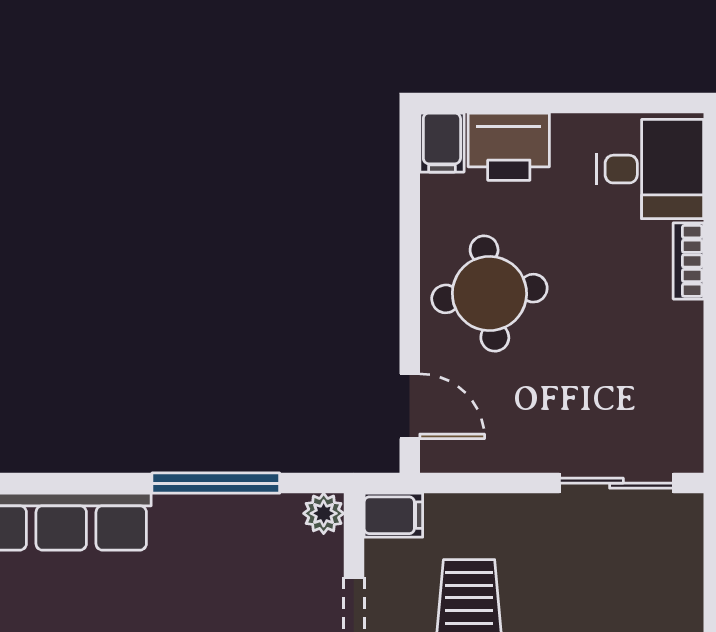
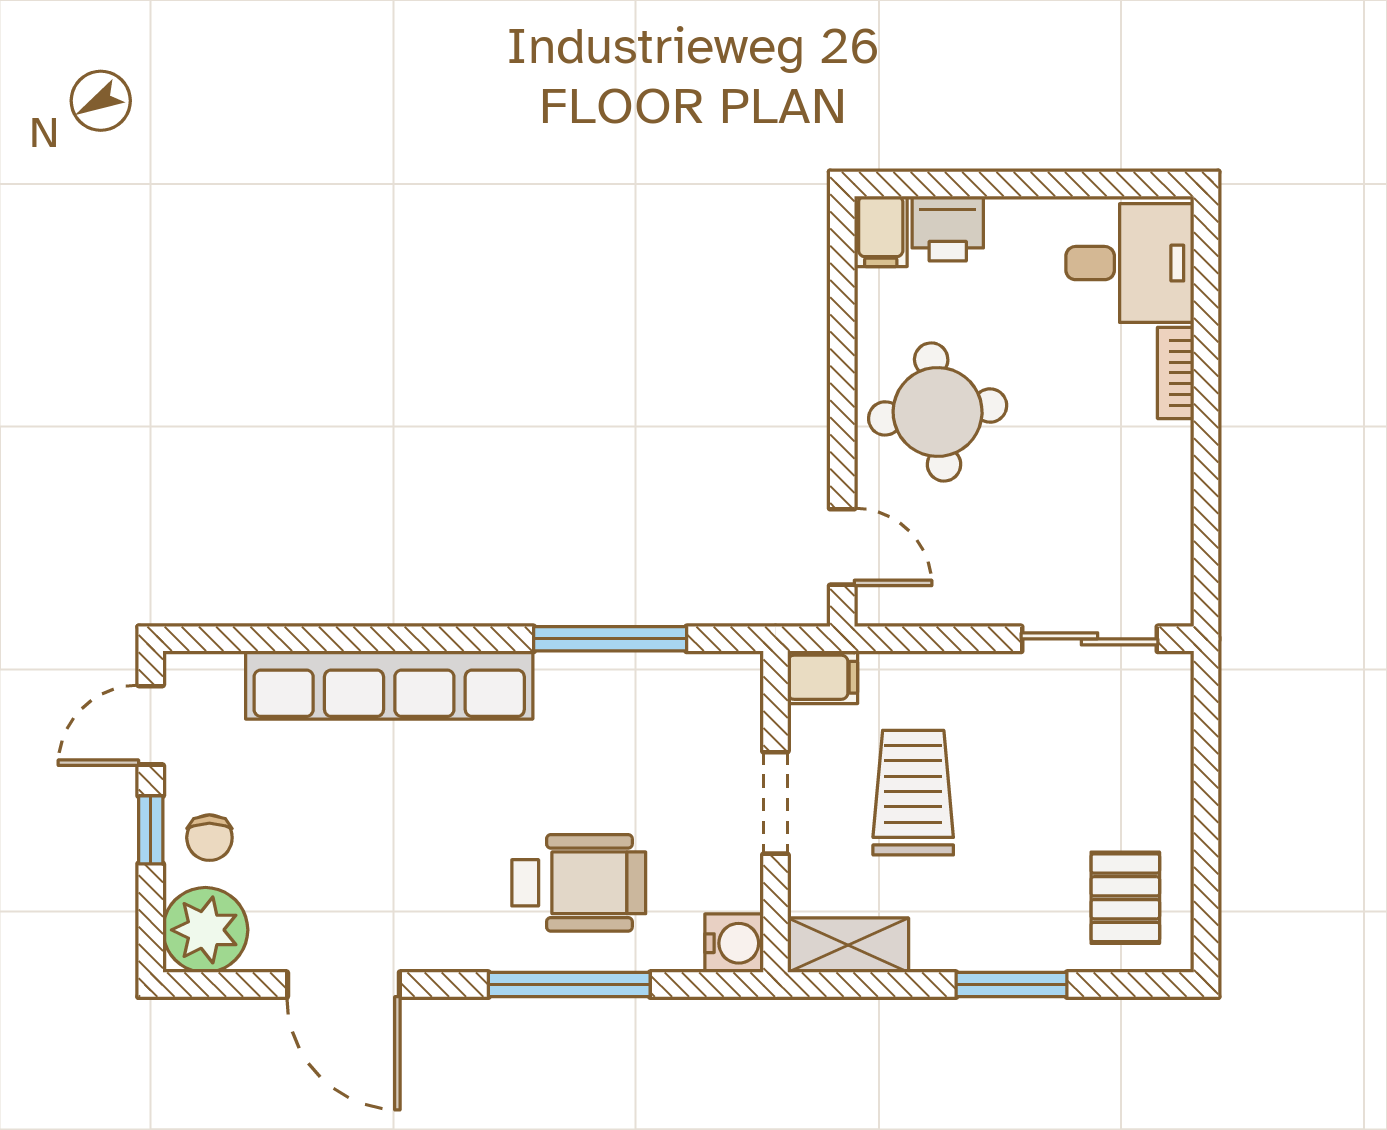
printer: (509, 147) -> (948, 228), width x0.73, depth x0.81
plant: (324, 513) -> (739, 675), removed

